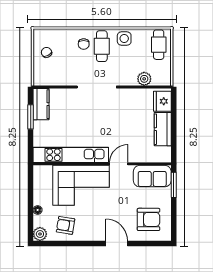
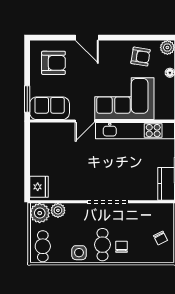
plant: (162, 76) -> (40, 213), added
kitchen counter: (163, 129) -> (39, 158), removed
armchair: (148, 219) -> (53, 63), turned 180

